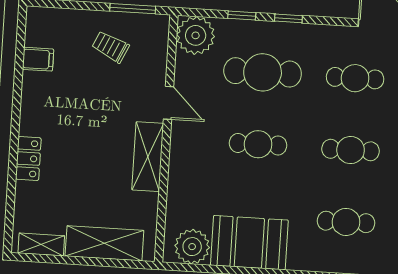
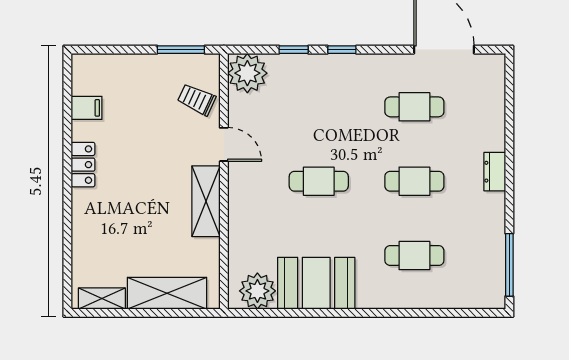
trolley: (110, 47) -> (197, 99), moved
cafe table: (263, 72) -> (319, 107), removed
locker: (28, 159) -> (83, 165), moved

